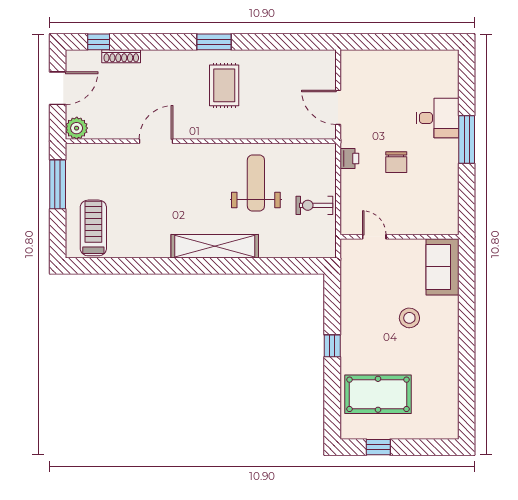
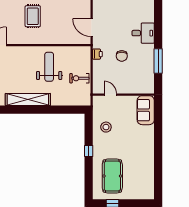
window: (467, 140) -> (158, 61), moved
stool: (409, 318) -> (106, 127), moved
pool table: (378, 394) -> (112, 176), turned 90

